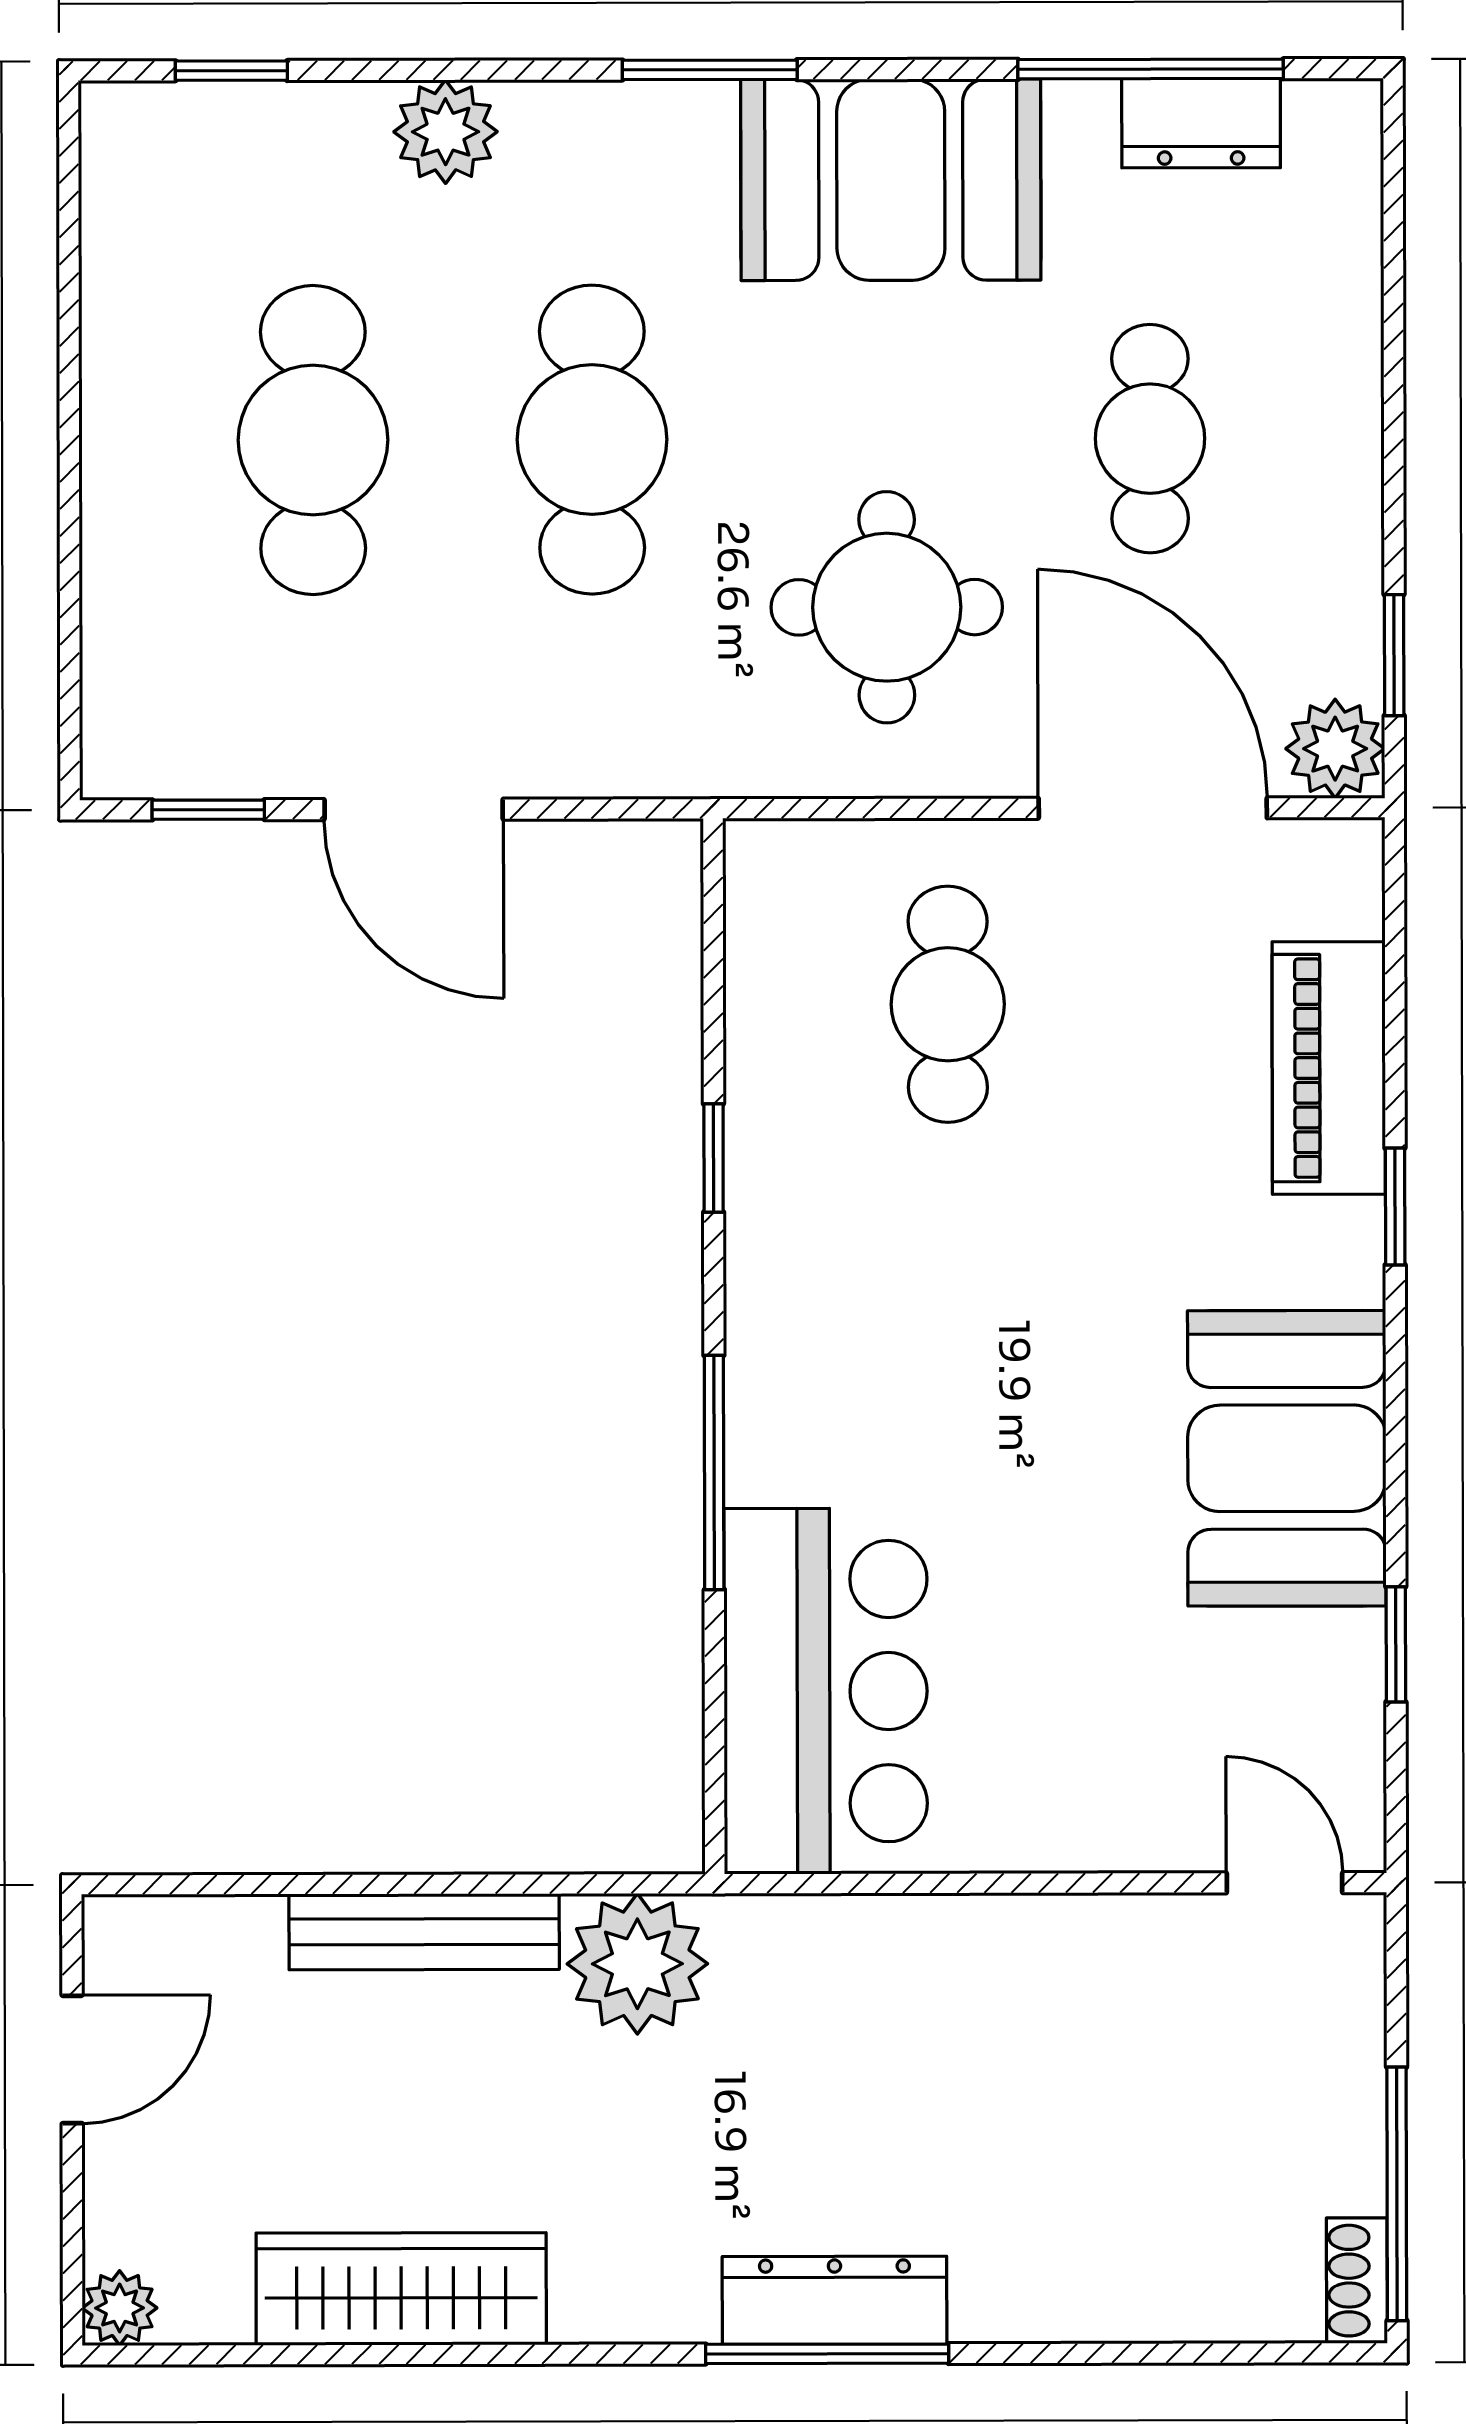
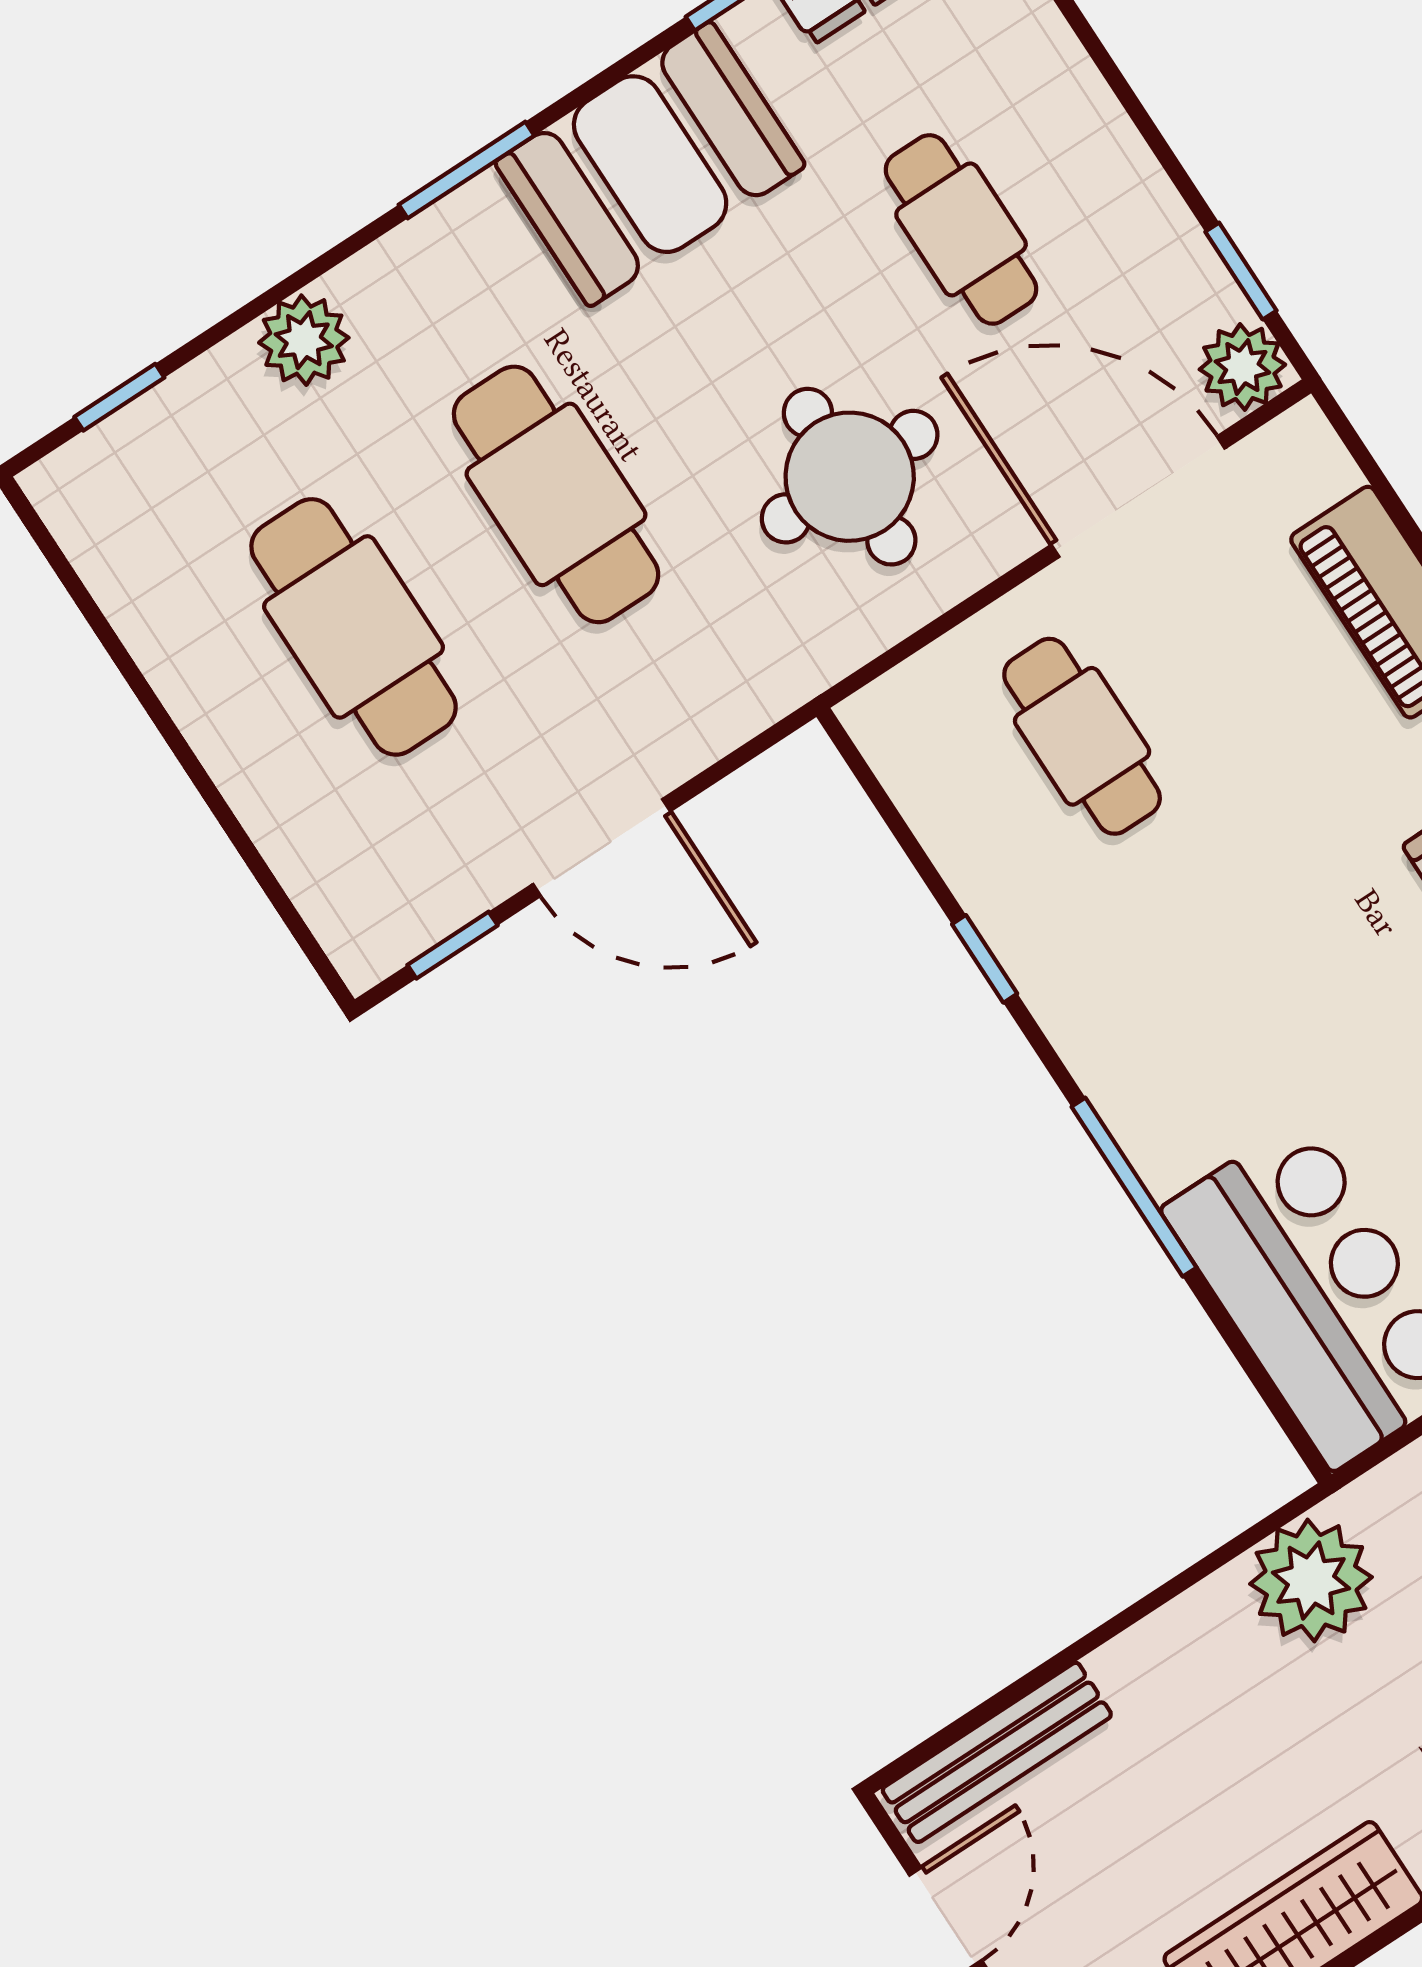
bench: (424, 1932) -> (997, 1752), moved

